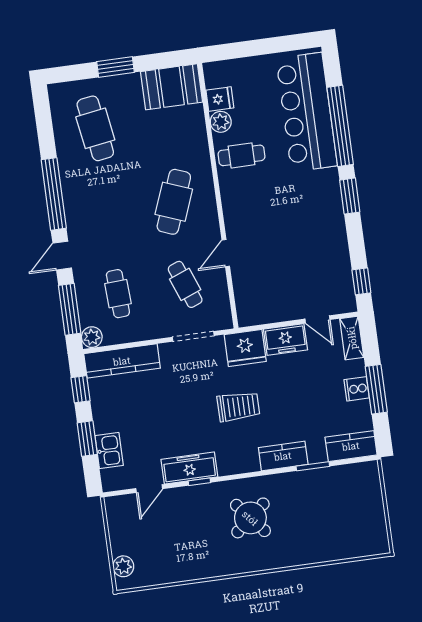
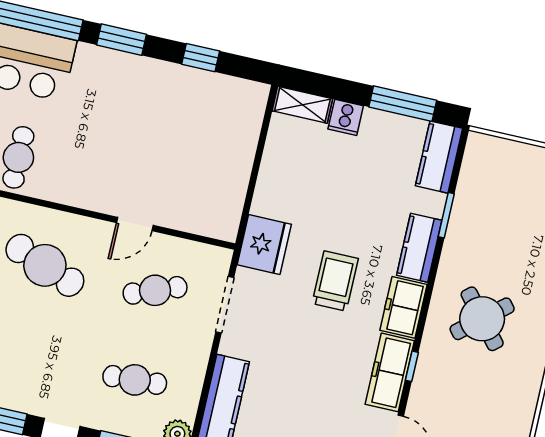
door: (226, 253) -> (135, 224), hinge flipped
window: (361, 281) -> (201, 58), moved
door: (317, 319) -> (262, 139), removed
freezer: (286, 340) -> (404, 307), moved, turned 180
cooker: (357, 389) -> (346, 117), moved
window: (376, 389) -> (403, 104), moved

